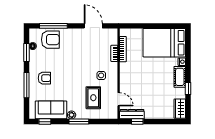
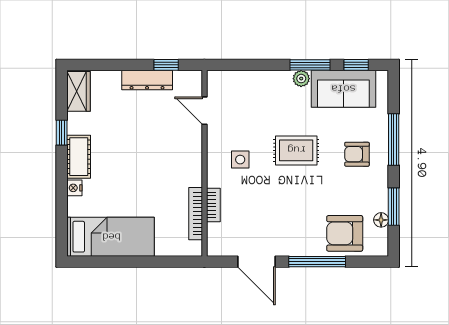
window: (53, 26) -> (317, 262), moved
bed: (164, 43) -> (111, 237), width x0.67
rug: (93, 98) -> (296, 150), moved, turned 90
dresser: (132, 114) -> (147, 80), moved
window: (79, 122) -> (310, 65), moved

